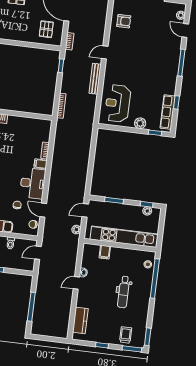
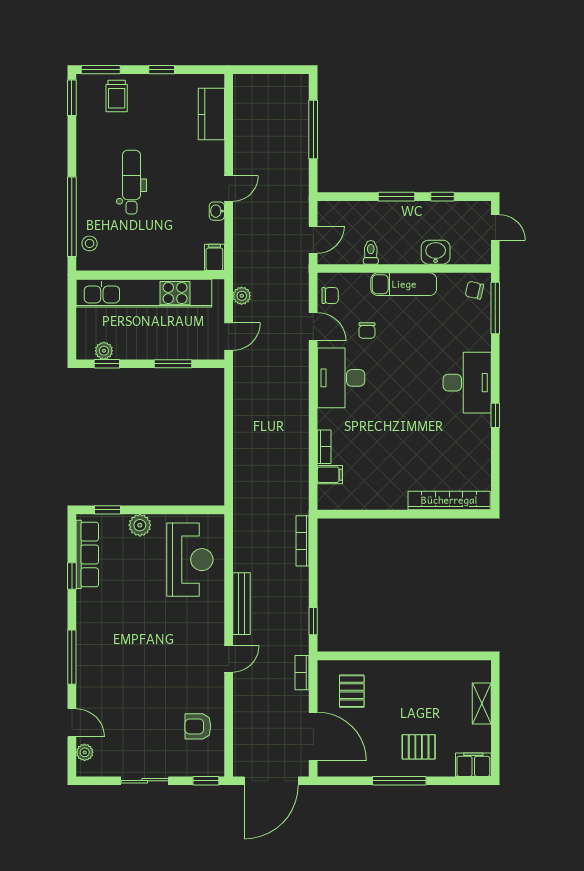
filing cabinet: (41, 164) -> (330, 475), moved
filing cabinet: (105, 252) -> (214, 257), moved

